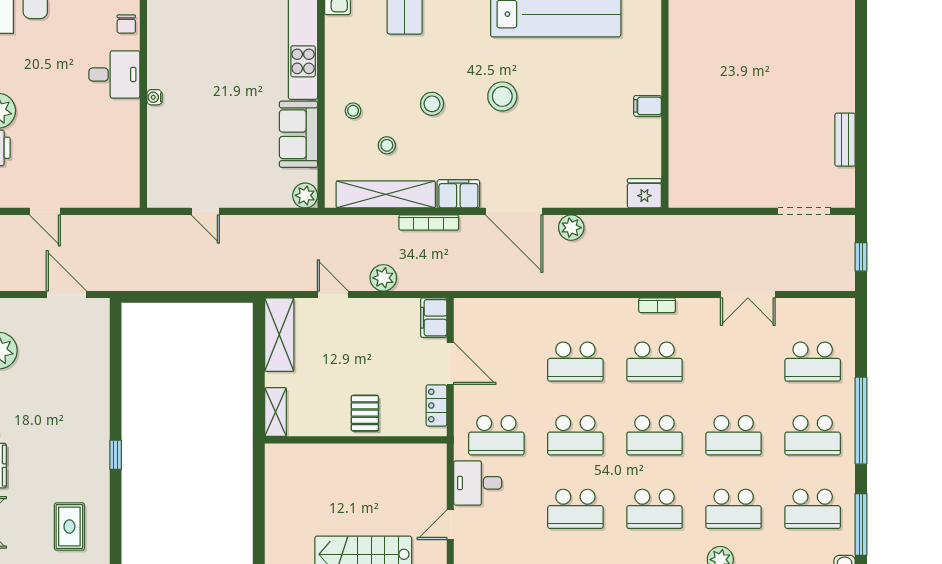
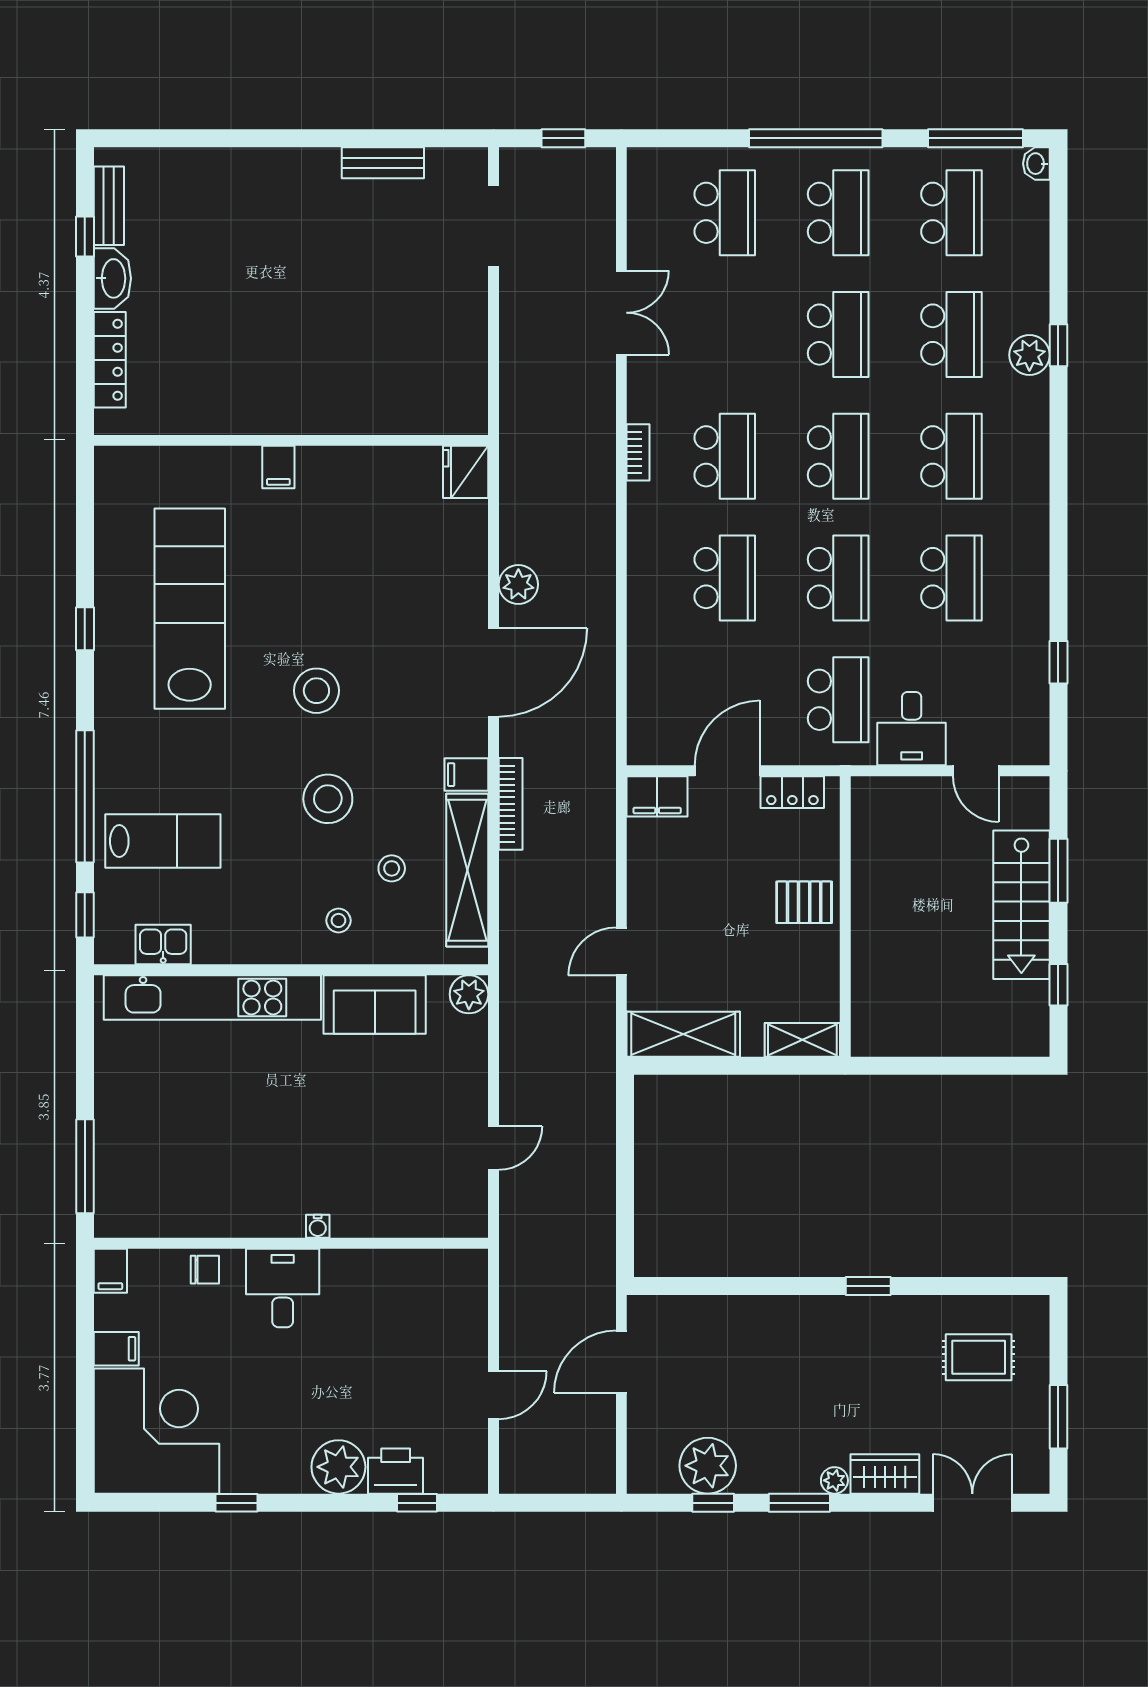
stool: (432, 104) -> (328, 799), width x1.38, depth x1.38
filing cabinet: (648, 106) -> (278, 467), moved
filing cabinet: (458, 194) -> (466, 775), width x0.50
plant: (383, 278) -> (596, 874), removed

